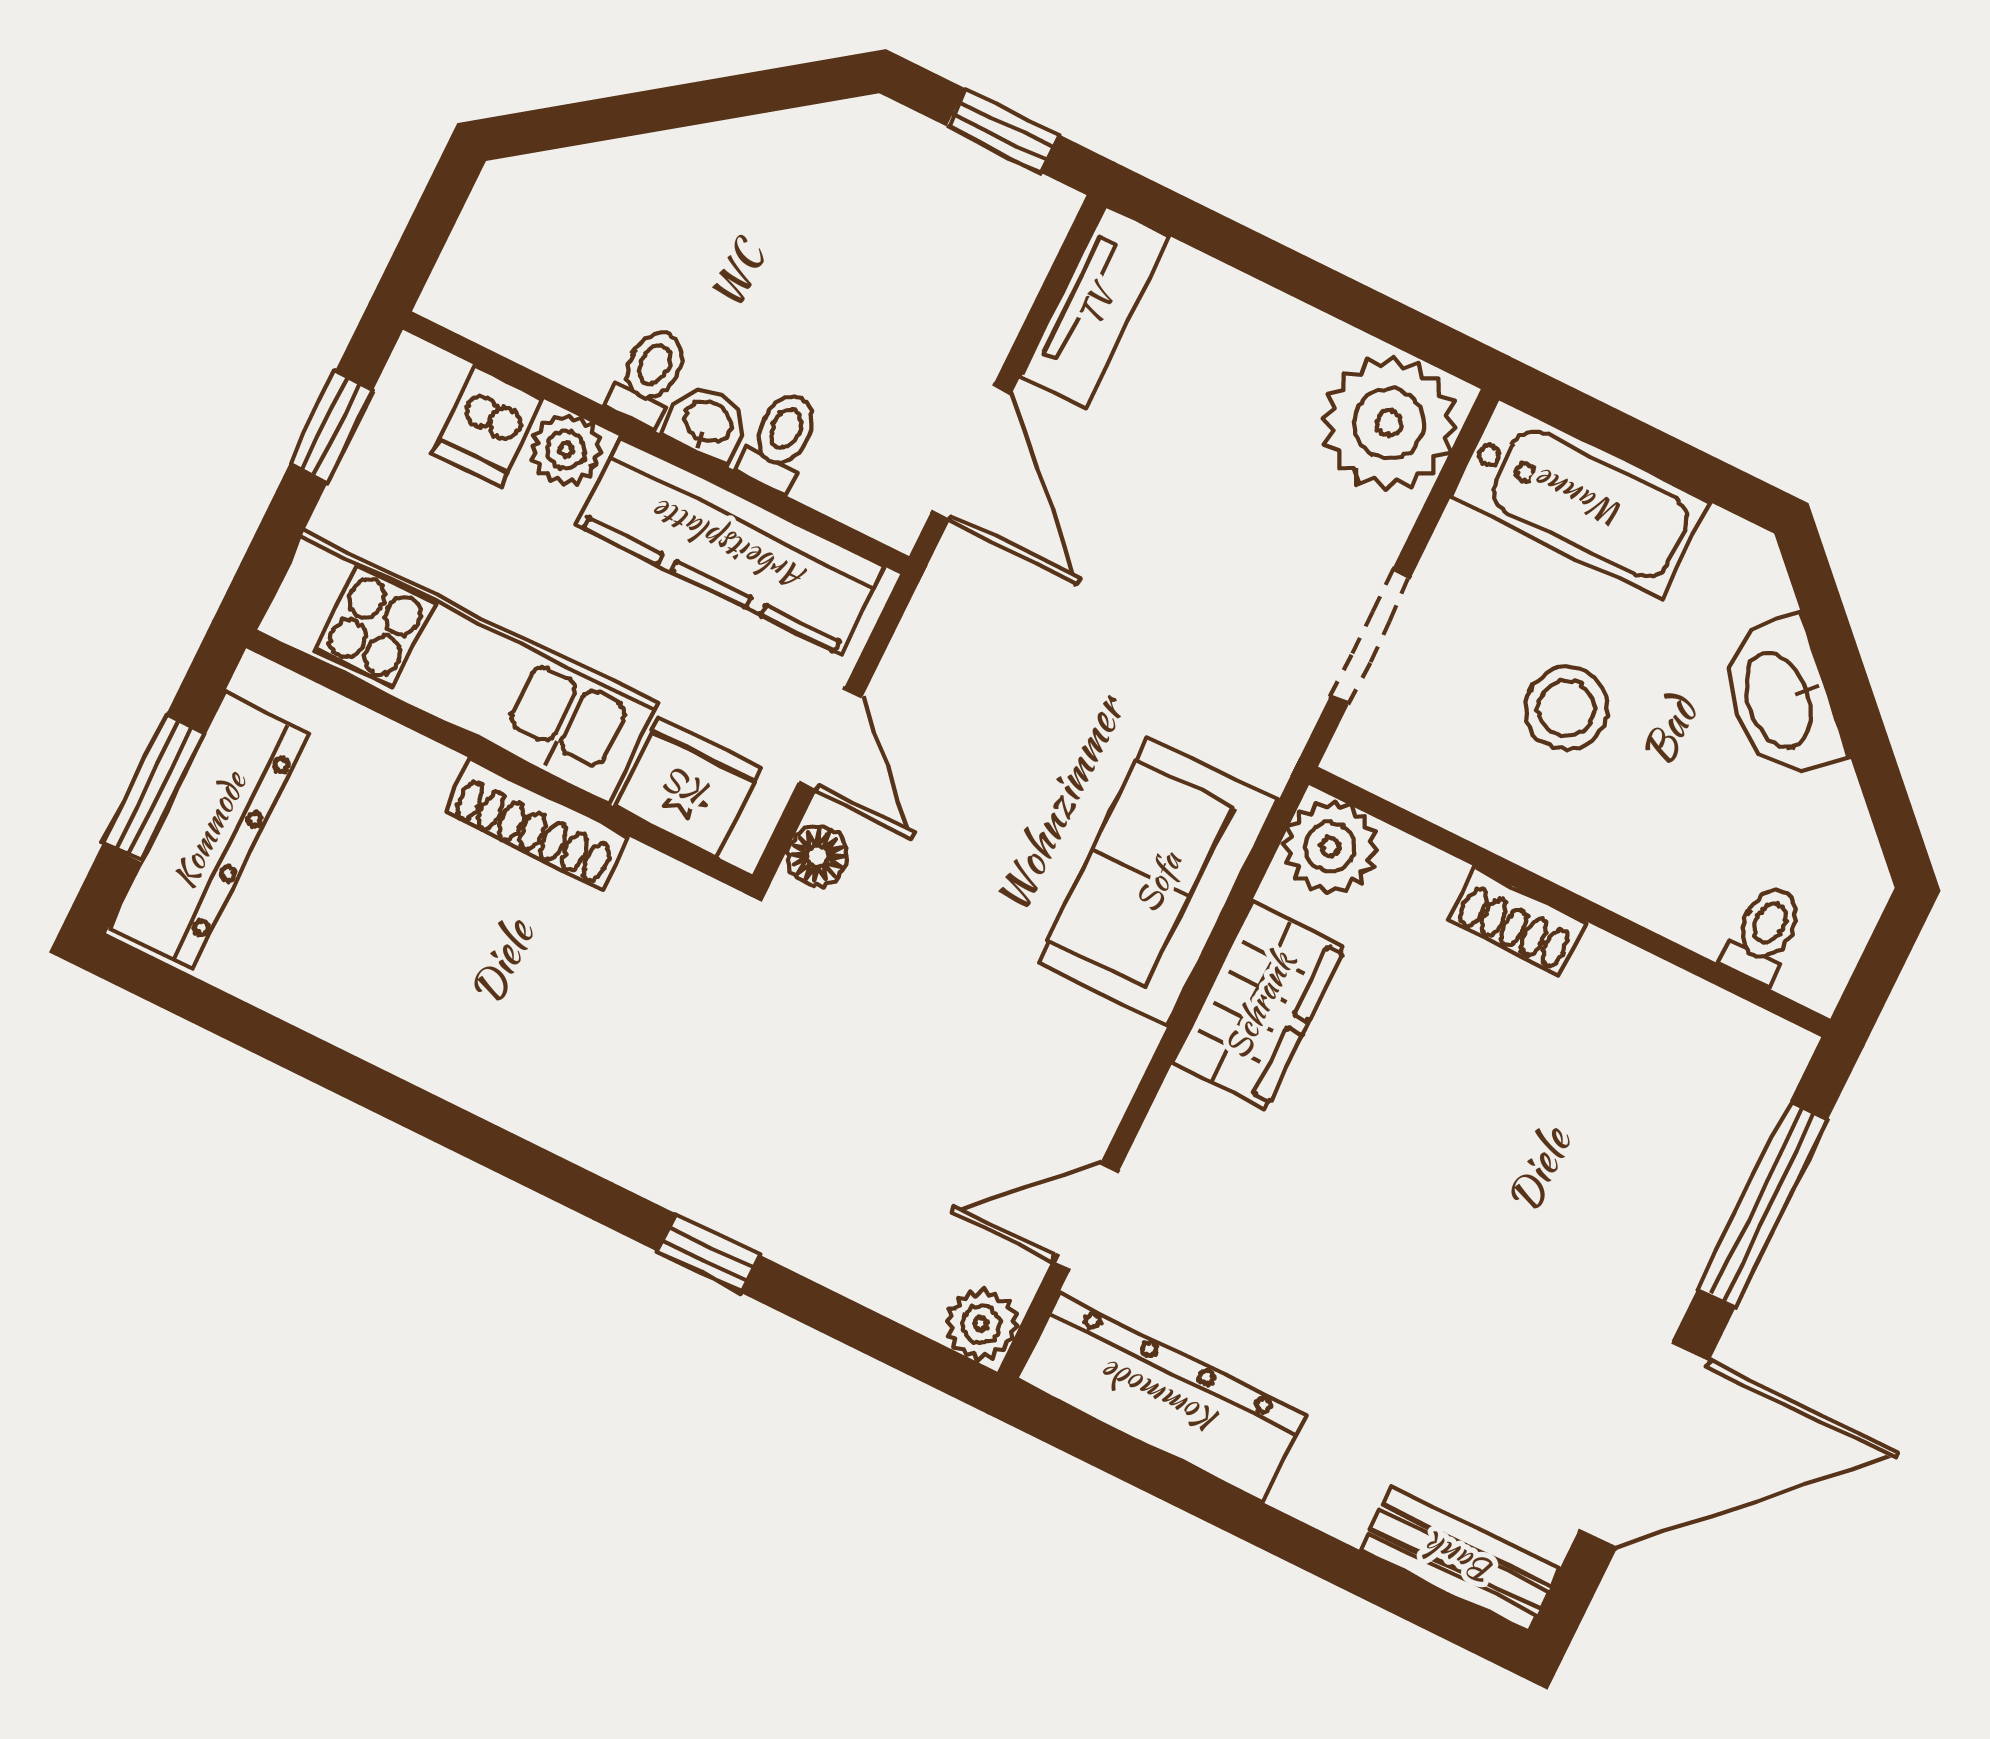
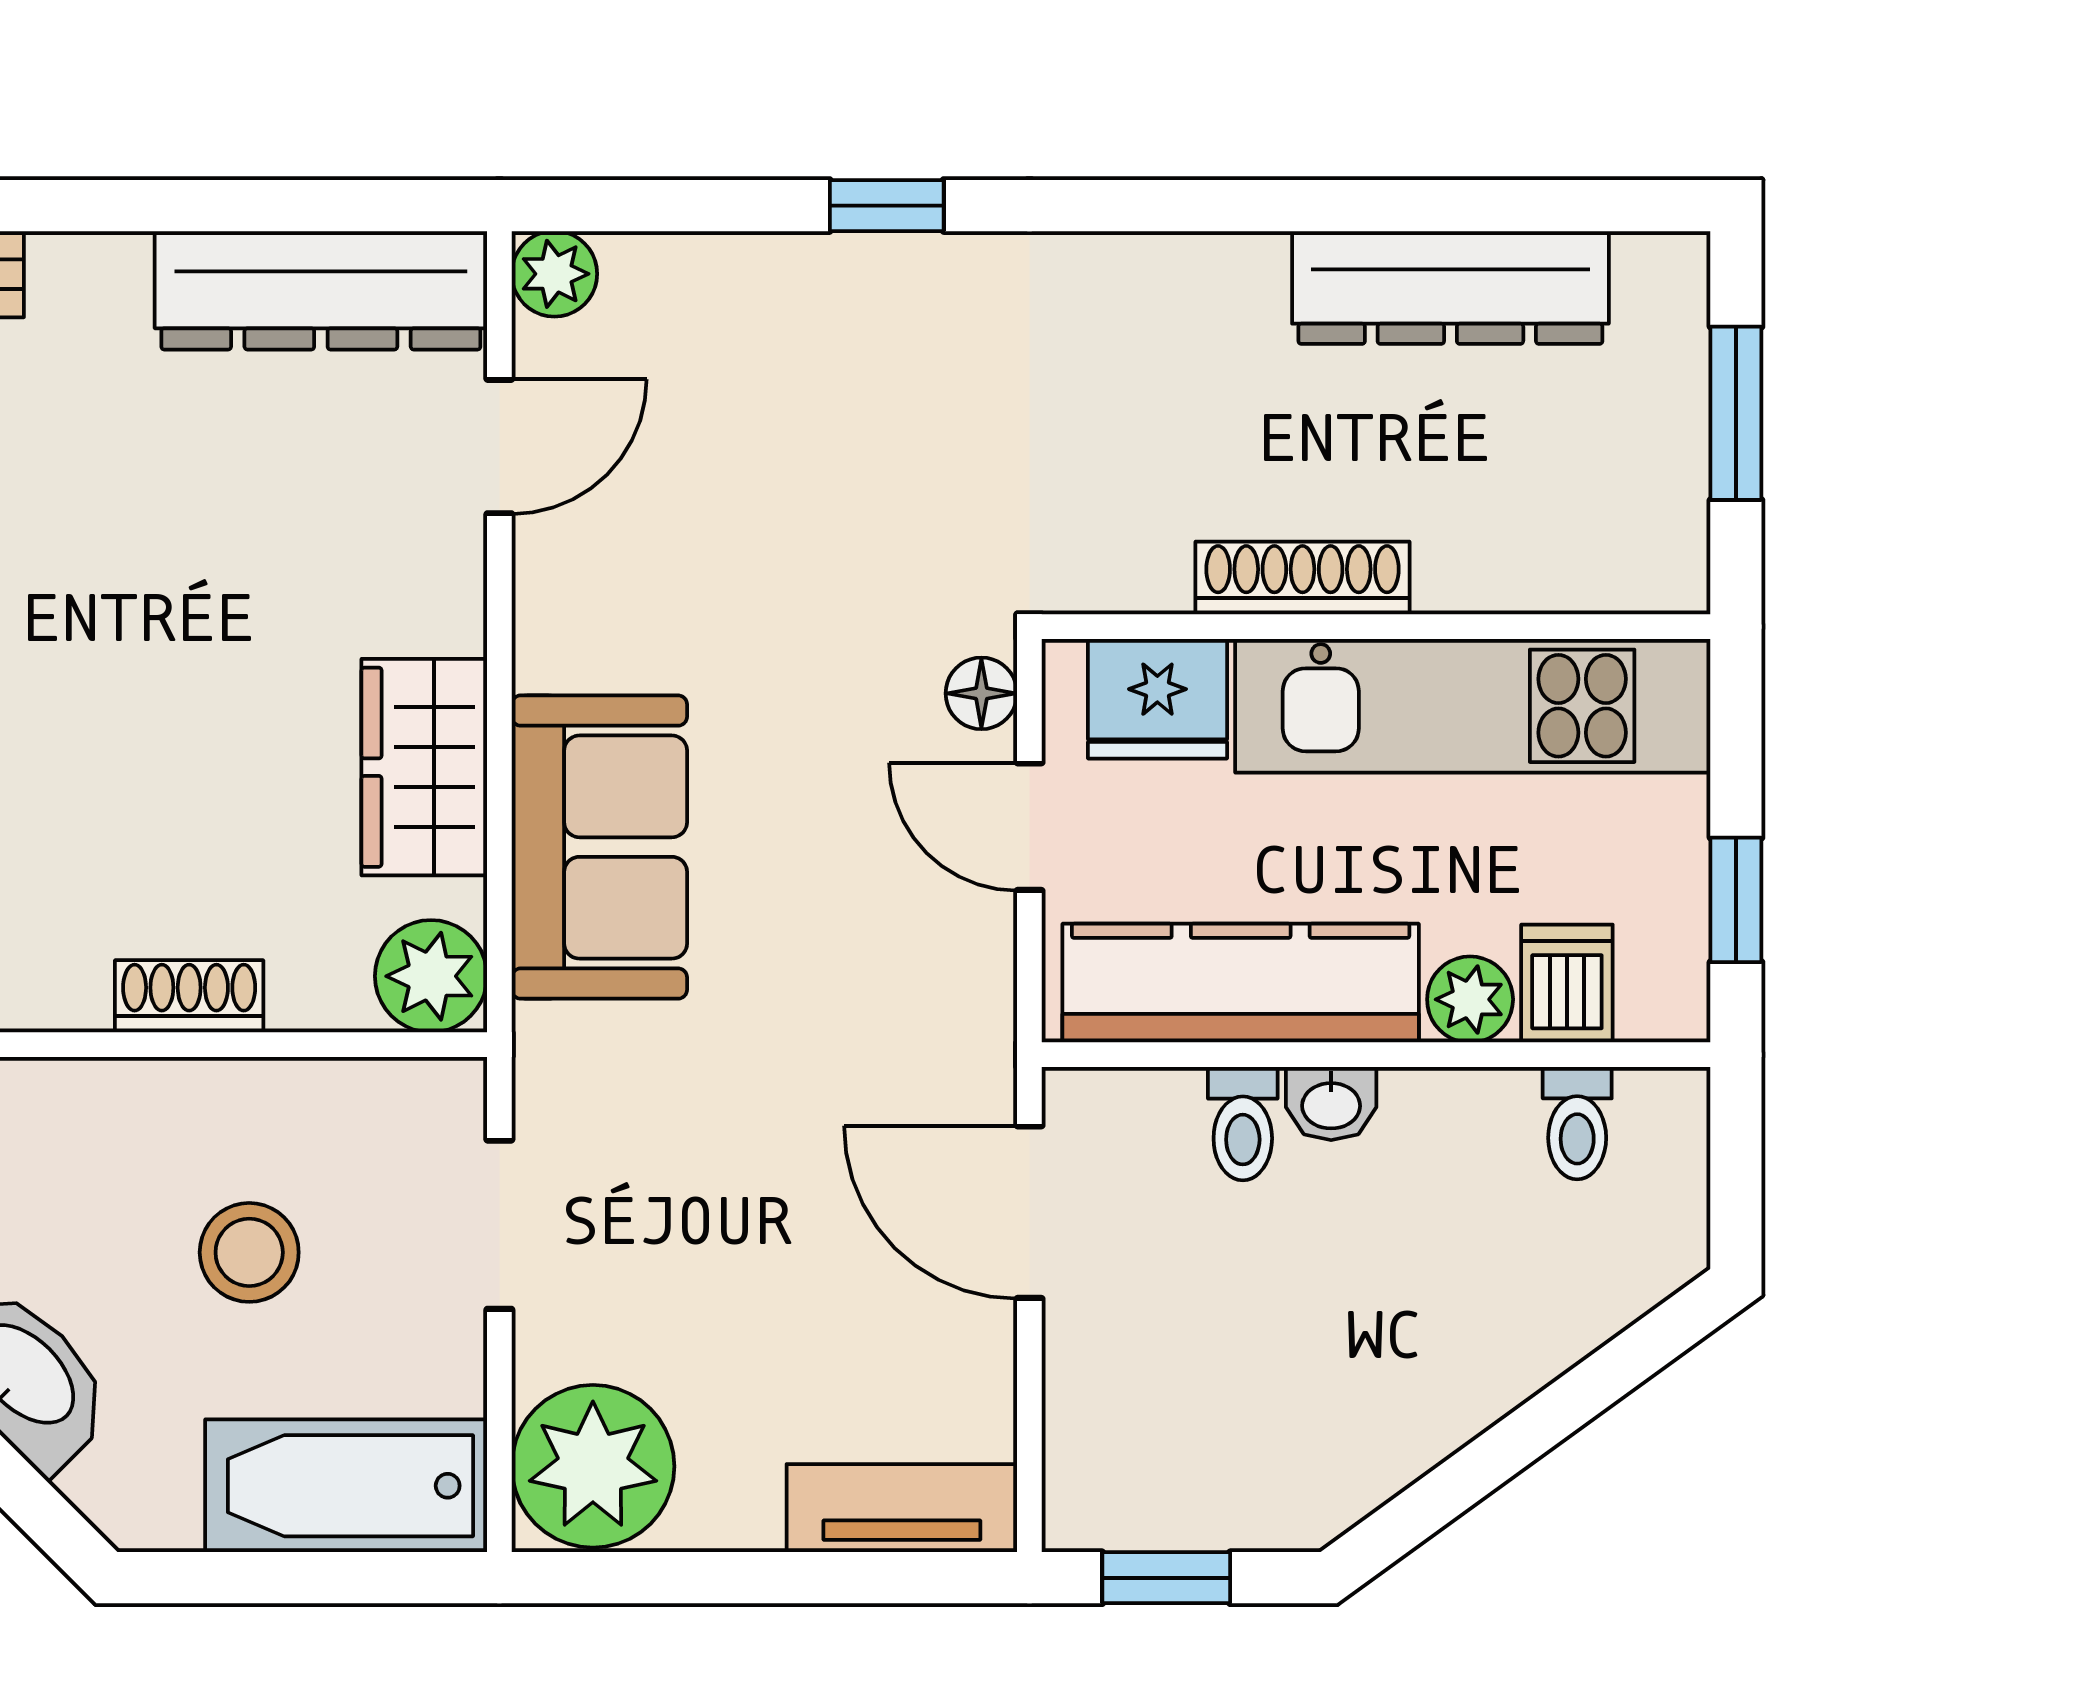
tv unit: (1095, 306) -> (902, 1508), moved, turned 90
toilet: (649, 376) -> (1577, 1123), moved
dresser: (209, 830) -> (1450, 288), moved, turned -90

